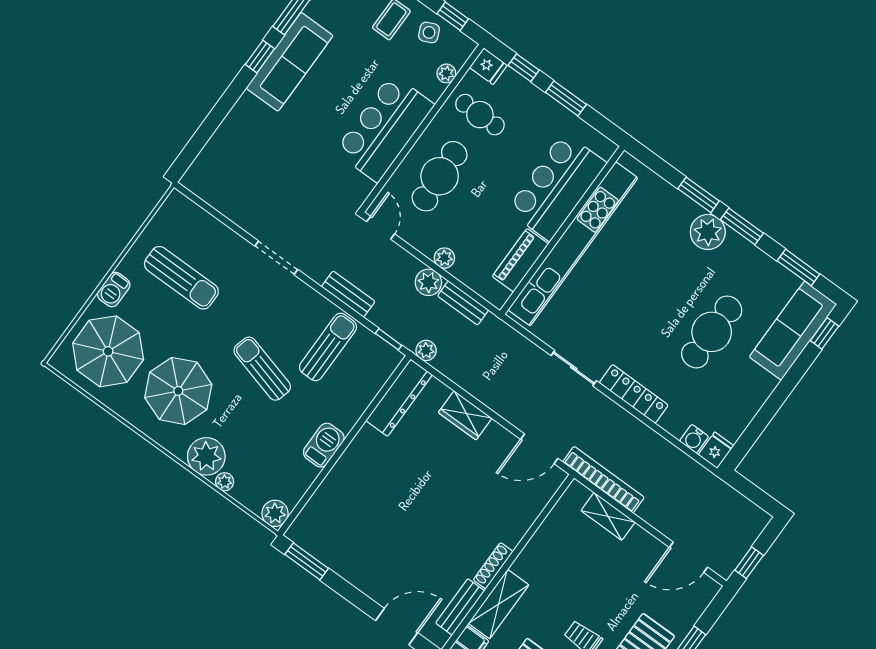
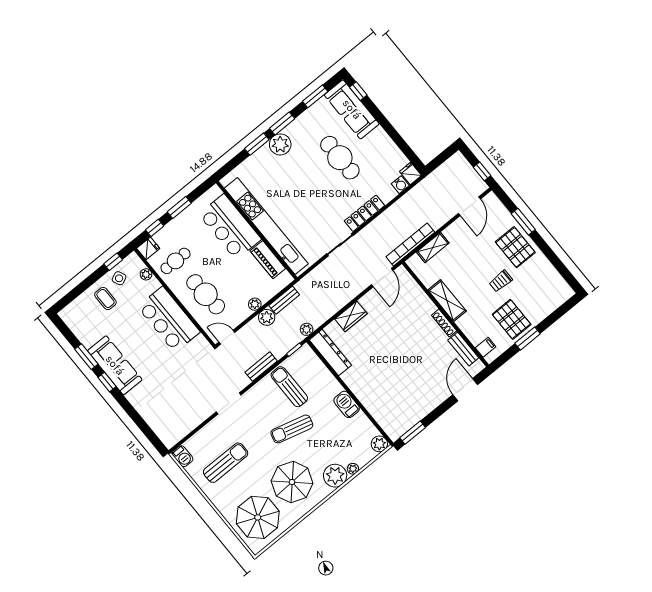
barbecue: (114, 290) -> (183, 456), moved
shelving: (499, 604) -> (447, 301), moved

